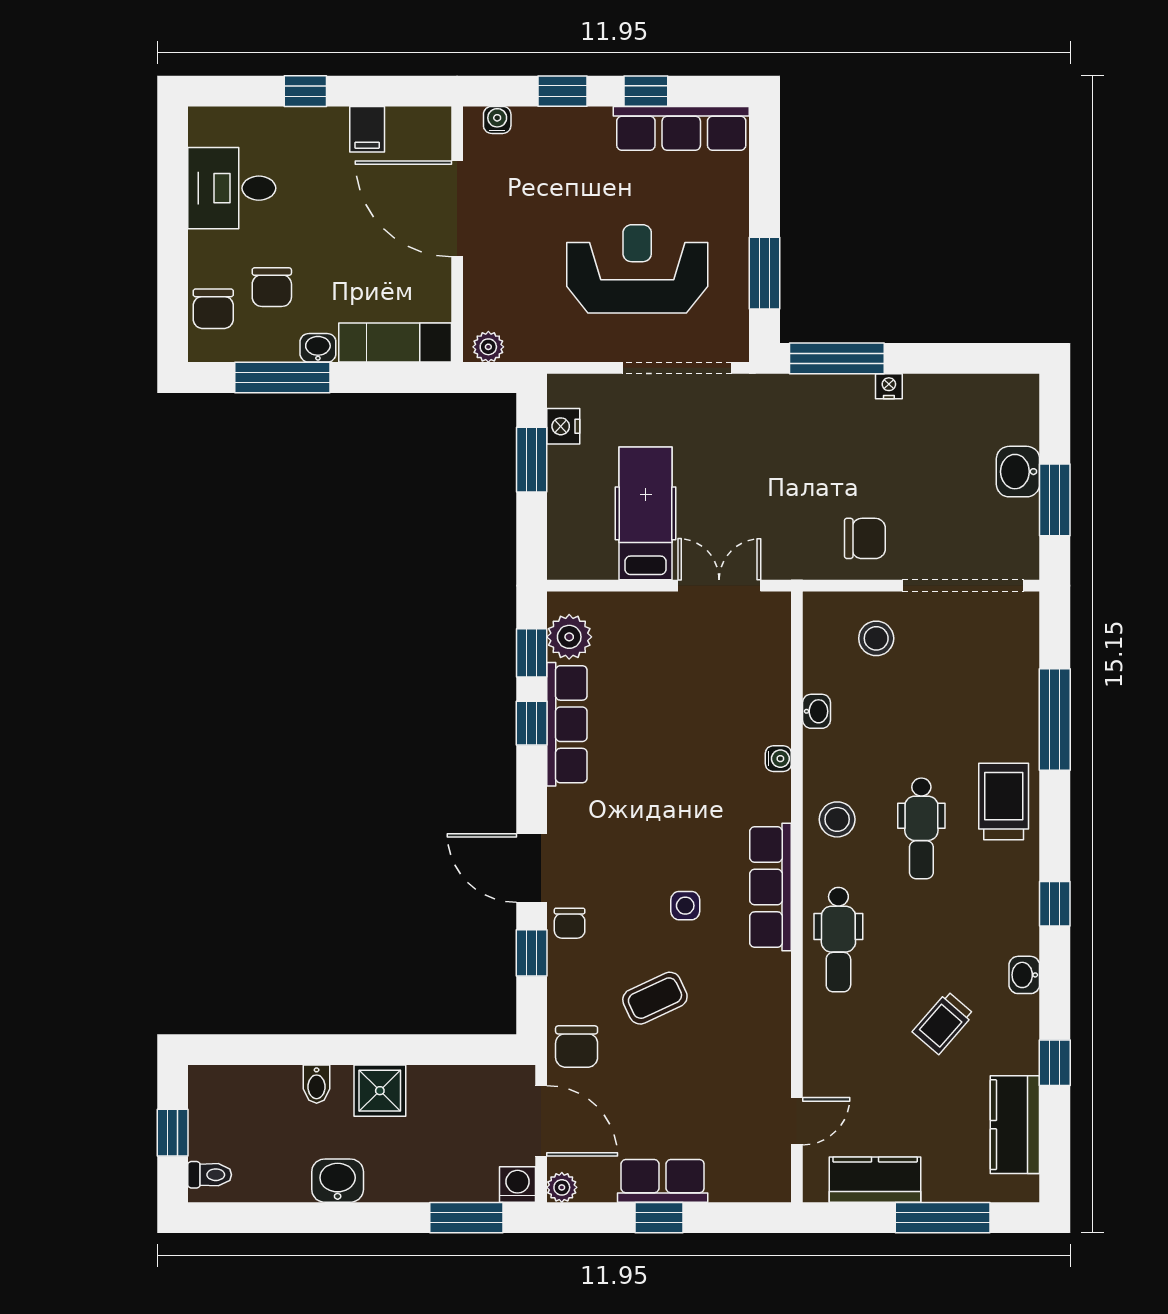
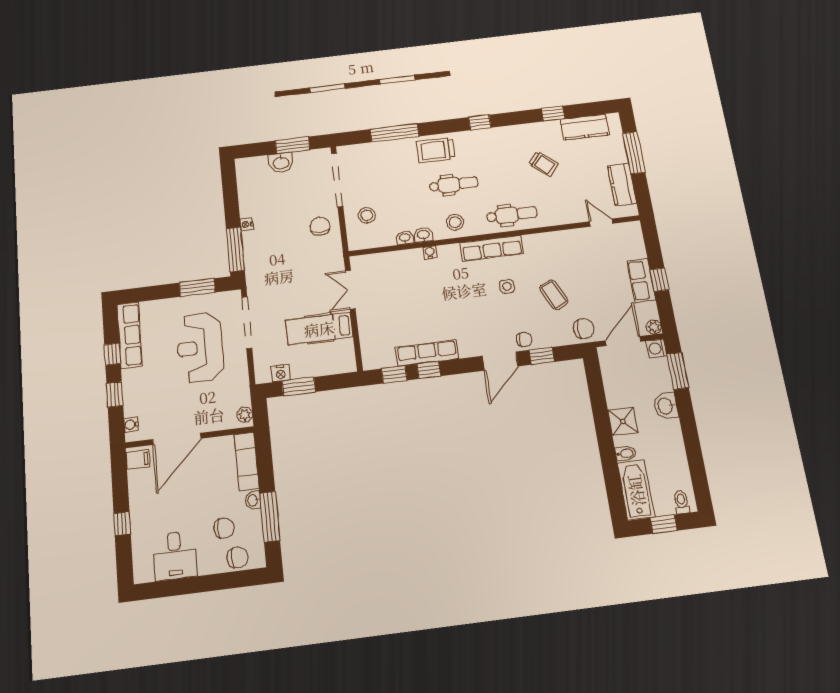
filing cabinet: (367, 129) -> (138, 459), moved
plant: (569, 637) -> (384, 357), removed
washbasin: (1024, 975) -> (423, 235), moved, turned 180
bathtub: (244, 1091) -> (636, 490), added
washbasin: (338, 1181) -> (666, 406), moved

